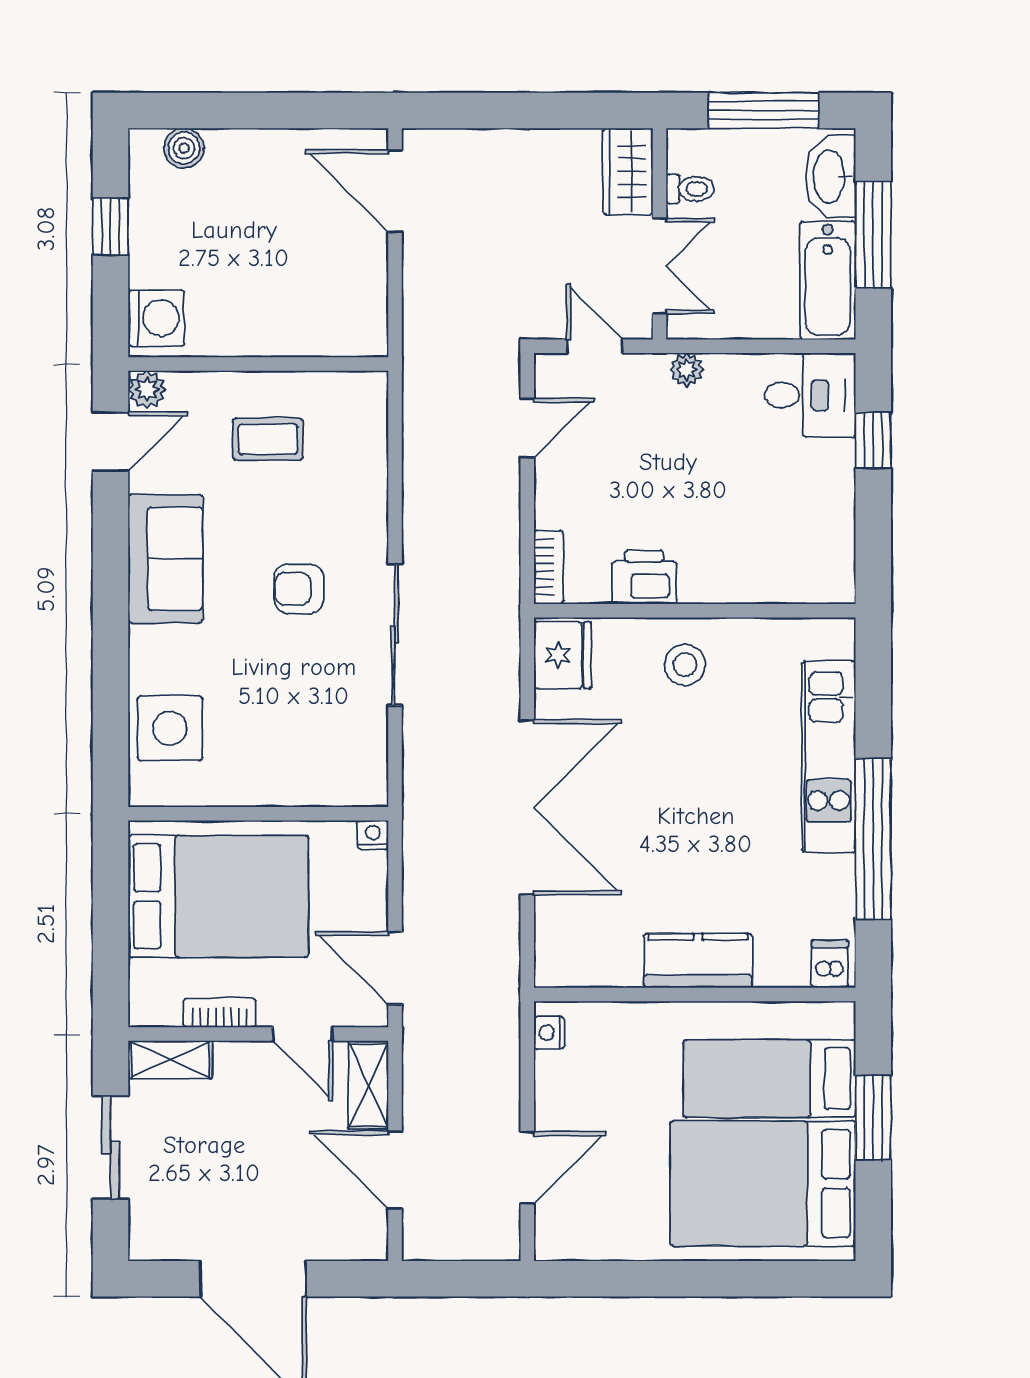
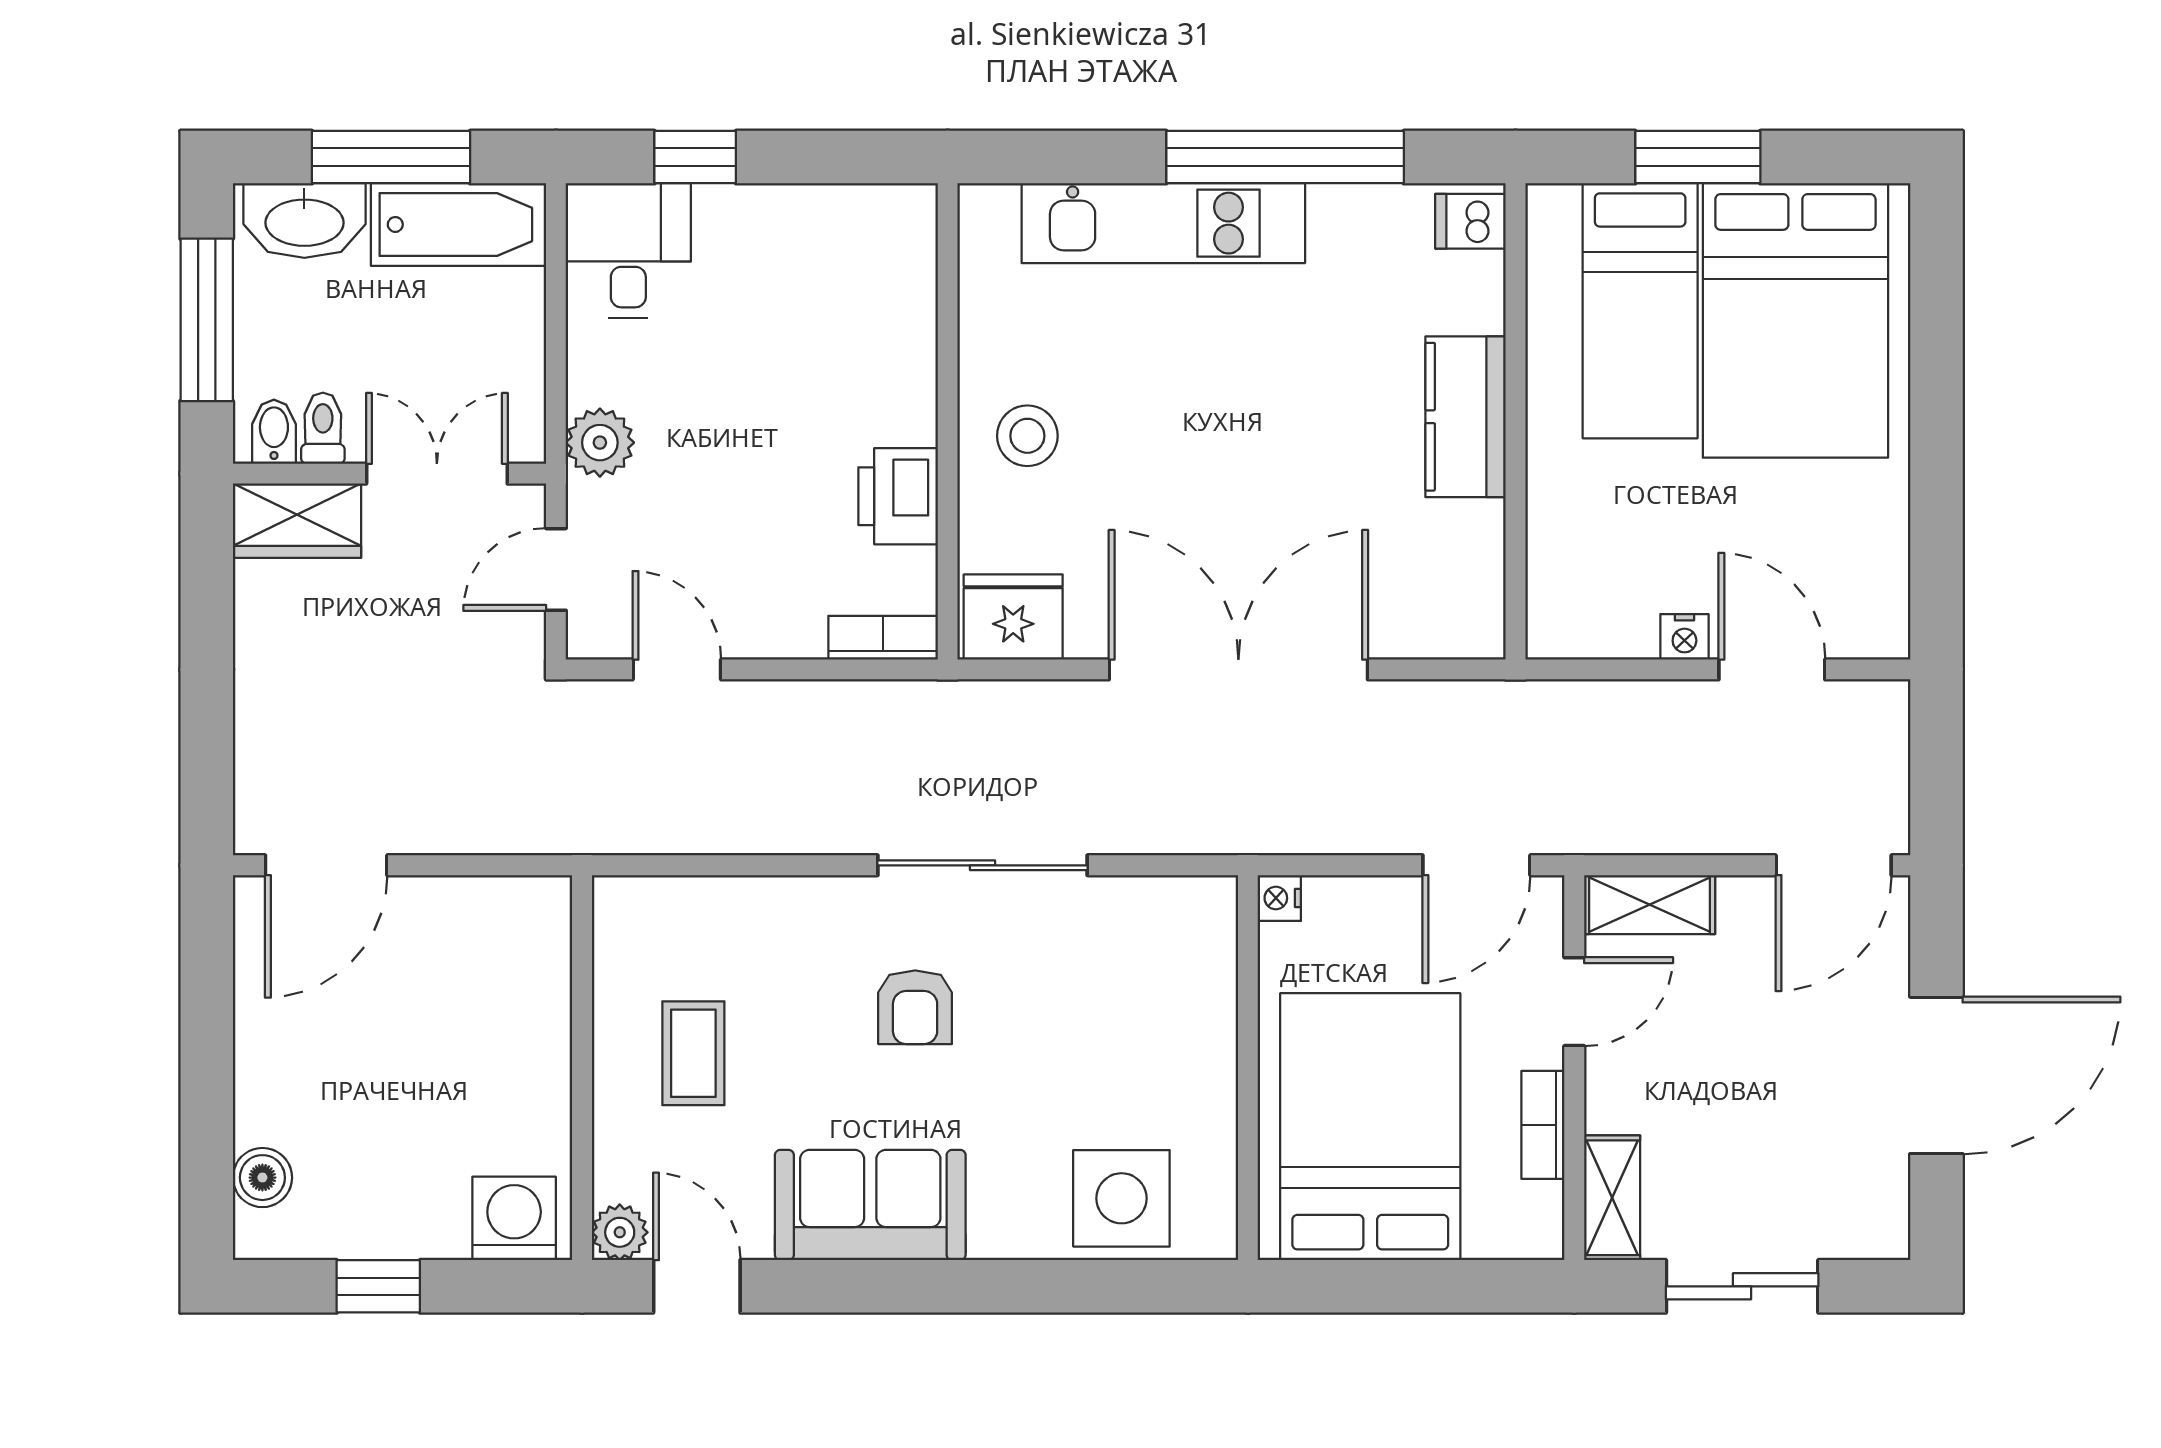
bidet: (688, 156) -> (274, 432), added
plant: (687, 370) -> (600, 443), width x1.38, depth x1.38
nightstand: (549, 1033) -> (1684, 637), moved
door: (395, 1170) -> (1834, 865), moved

